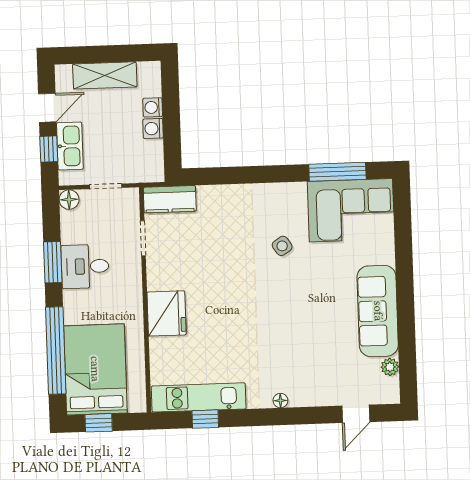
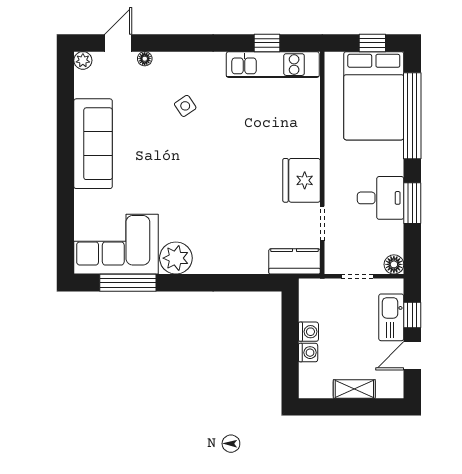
shelving: (105, 75) -> (354, 389), width x0.67, depth x0.75
plant: (290, 198) -> (176, 258), added
side table: (282, 246) -> (185, 106), moved
fridge: (167, 313) -> (302, 180), moved
plant: (390, 367) -> (83, 60), moved
floor lamp: (280, 401) -> (145, 59), moved

